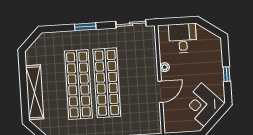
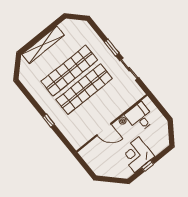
sliding door: (131, 24) -> (129, 69), moved
desk: (183, 38) -> (140, 117), moved, turned -90
corner desk: (203, 105) -> (137, 155), moved, turned -45

